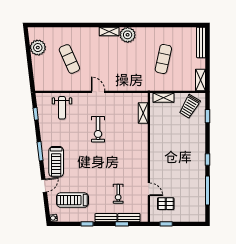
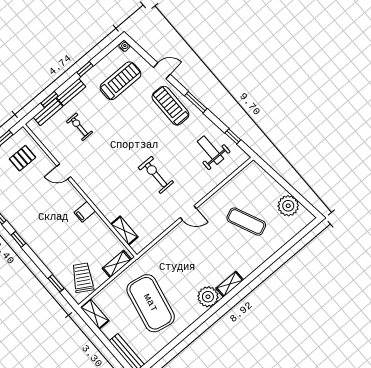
exercise mat: (163, 59) -> (151, 303), width x2.00, depth x1.45
weight bench: (62, 108) -> (211, 150), moved
filing cabinet: (156, 143) -> (85, 212), added
door: (44, 186) -> (162, 71), swing flipped
door: (149, 189) -> (64, 172), moved

